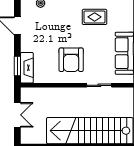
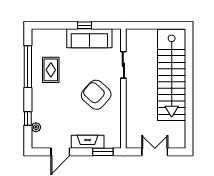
armchair: (71, 60) -> (96, 95), turned -138
fireplace: (27, 68) -> (88, 142), moved

